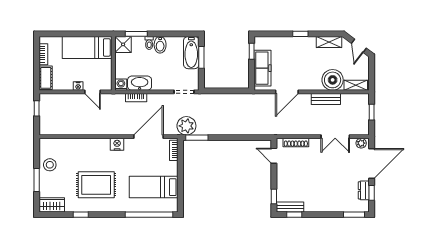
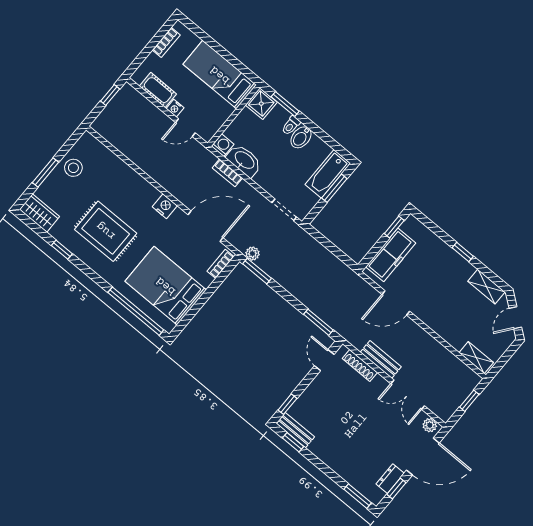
cot: (46, 78) -> (158, 90), moved, turned 90
boiler: (333, 80) -> (456, 331), removed
door: (93, 92) -> (185, 128), hinge flipped
bench: (326, 99) -> (381, 359), moved
plant: (186, 126) -> (252, 254), width x0.53, depth x0.53
window: (254, 138) -> (318, 322), added
bed: (154, 187) -> (166, 286), width x1.50

